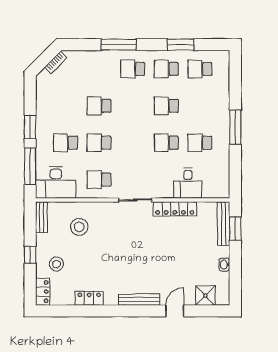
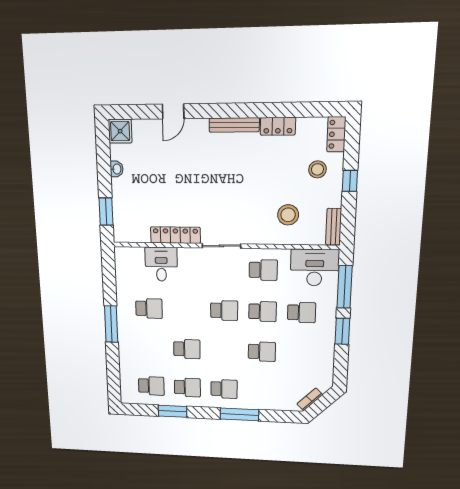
school desk: (166, 143) -> (224, 310), moved
bench: (224, 224) -> (119, 217), removed
shower: (205, 296) -> (120, 131), moved
bench: (139, 300) -> (234, 125), moved

